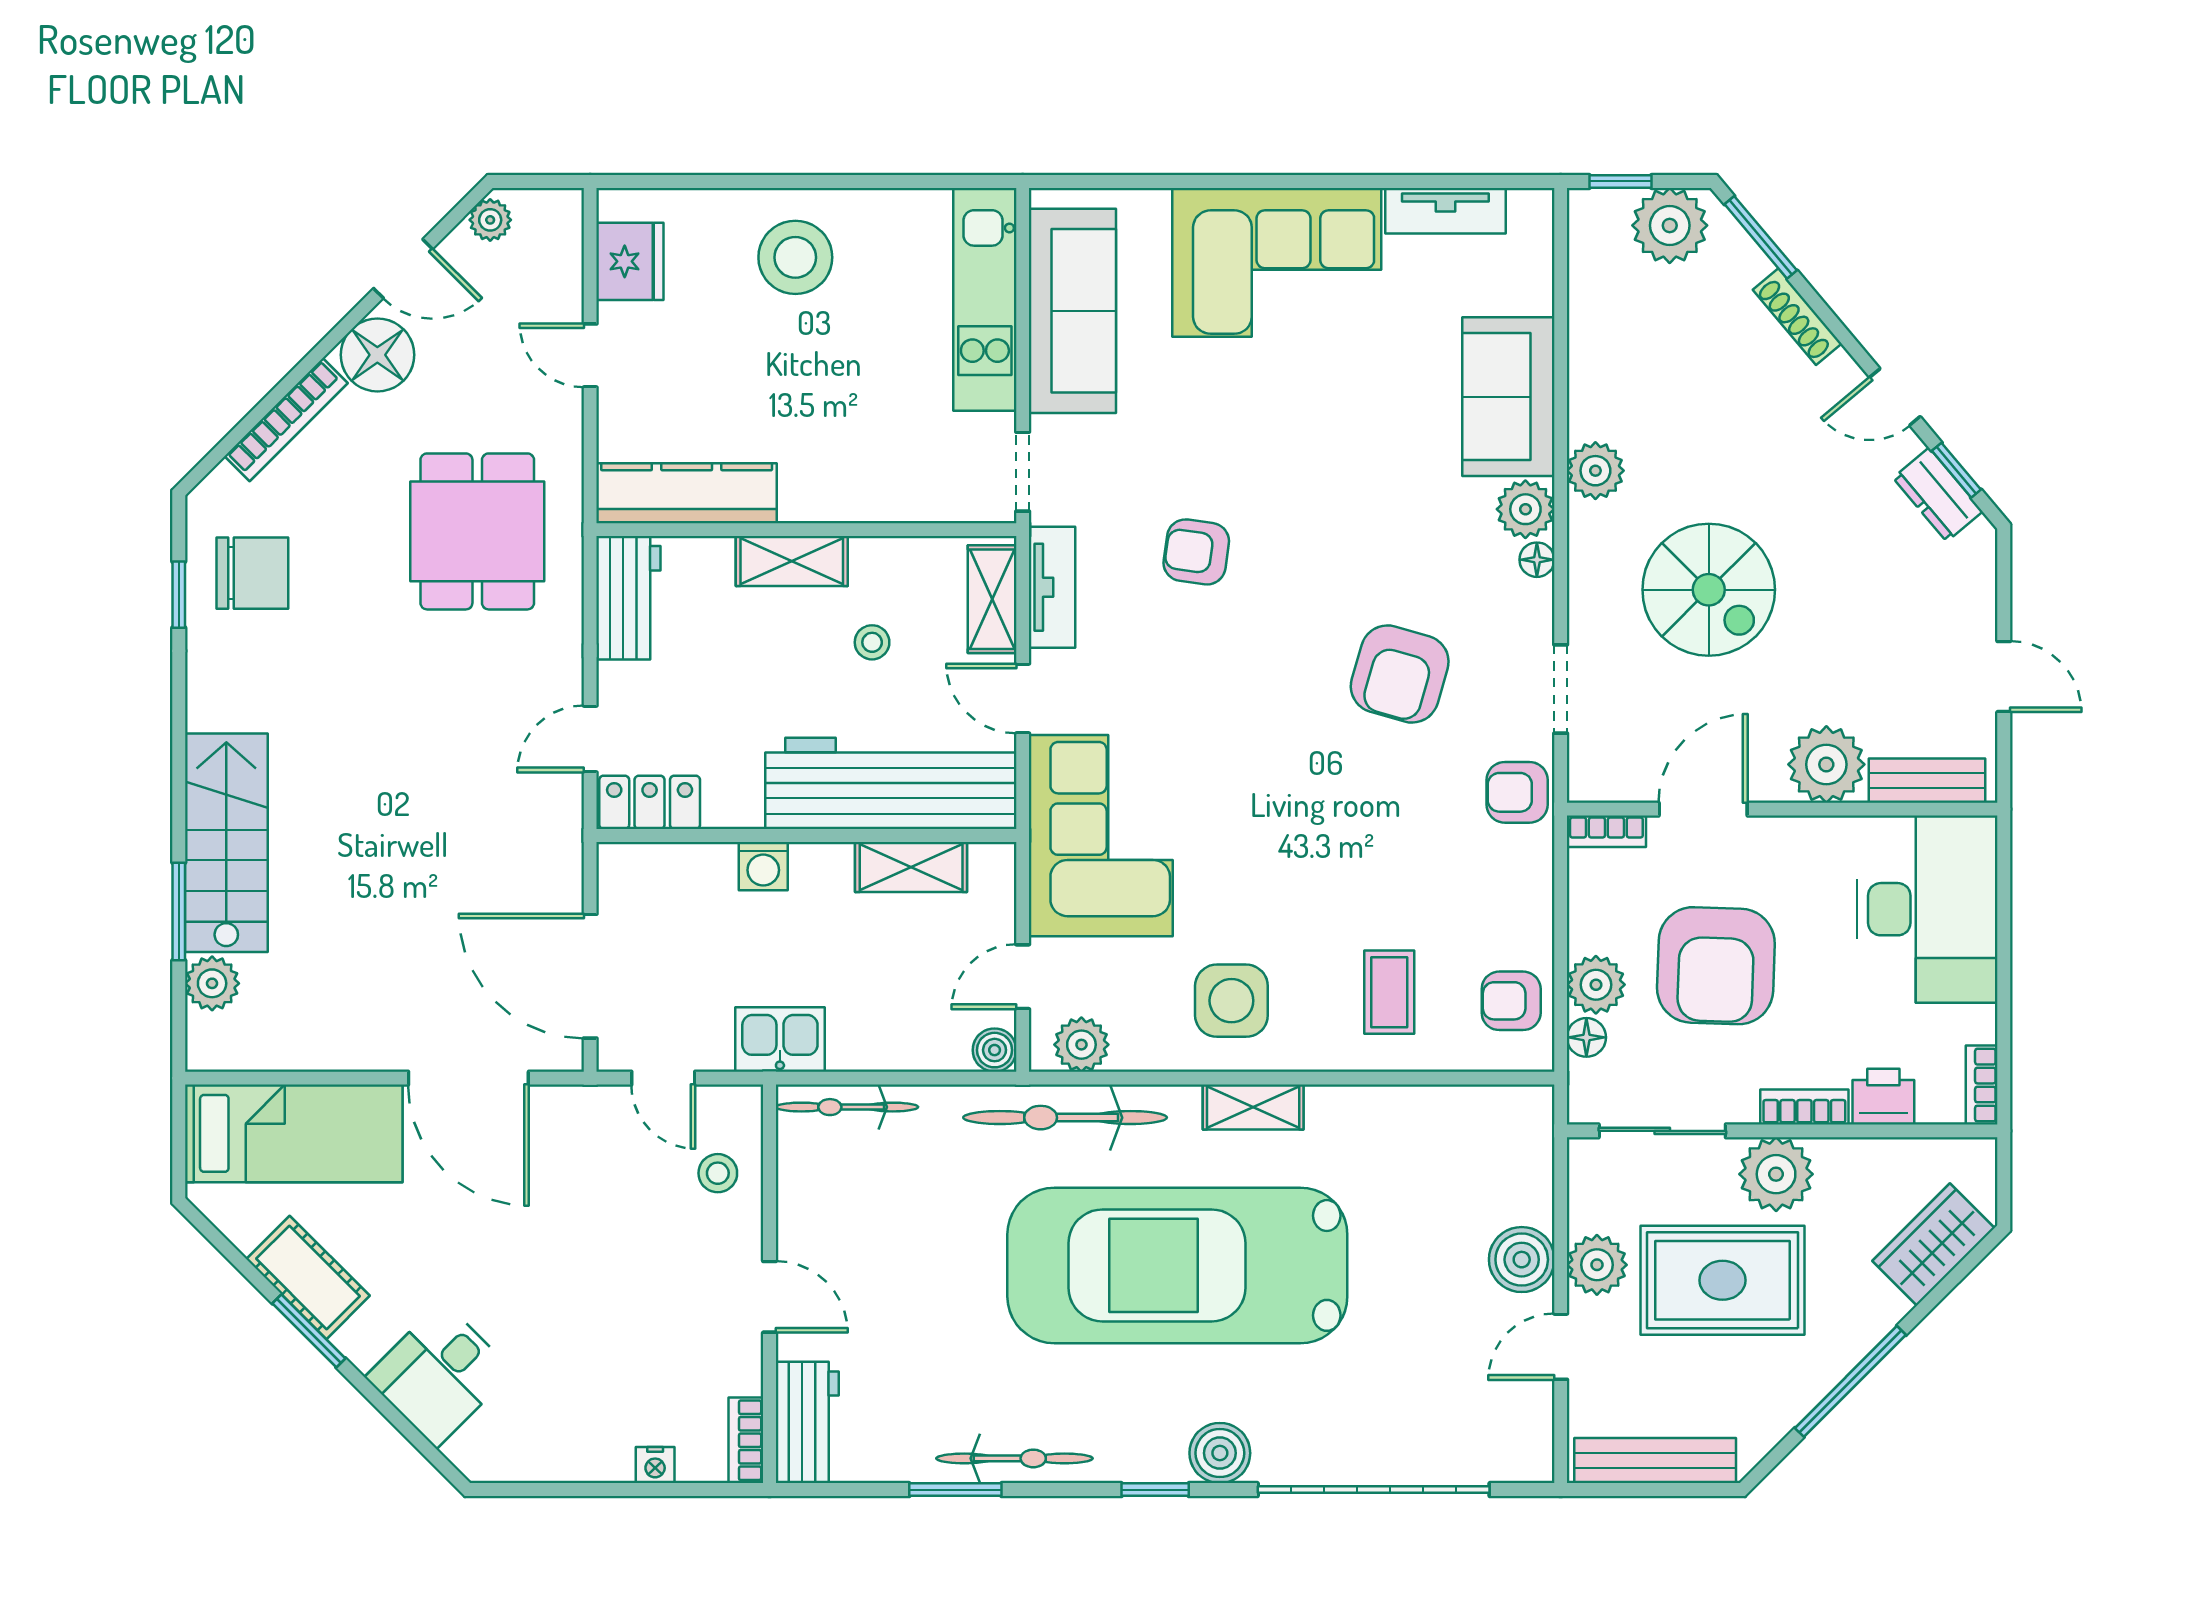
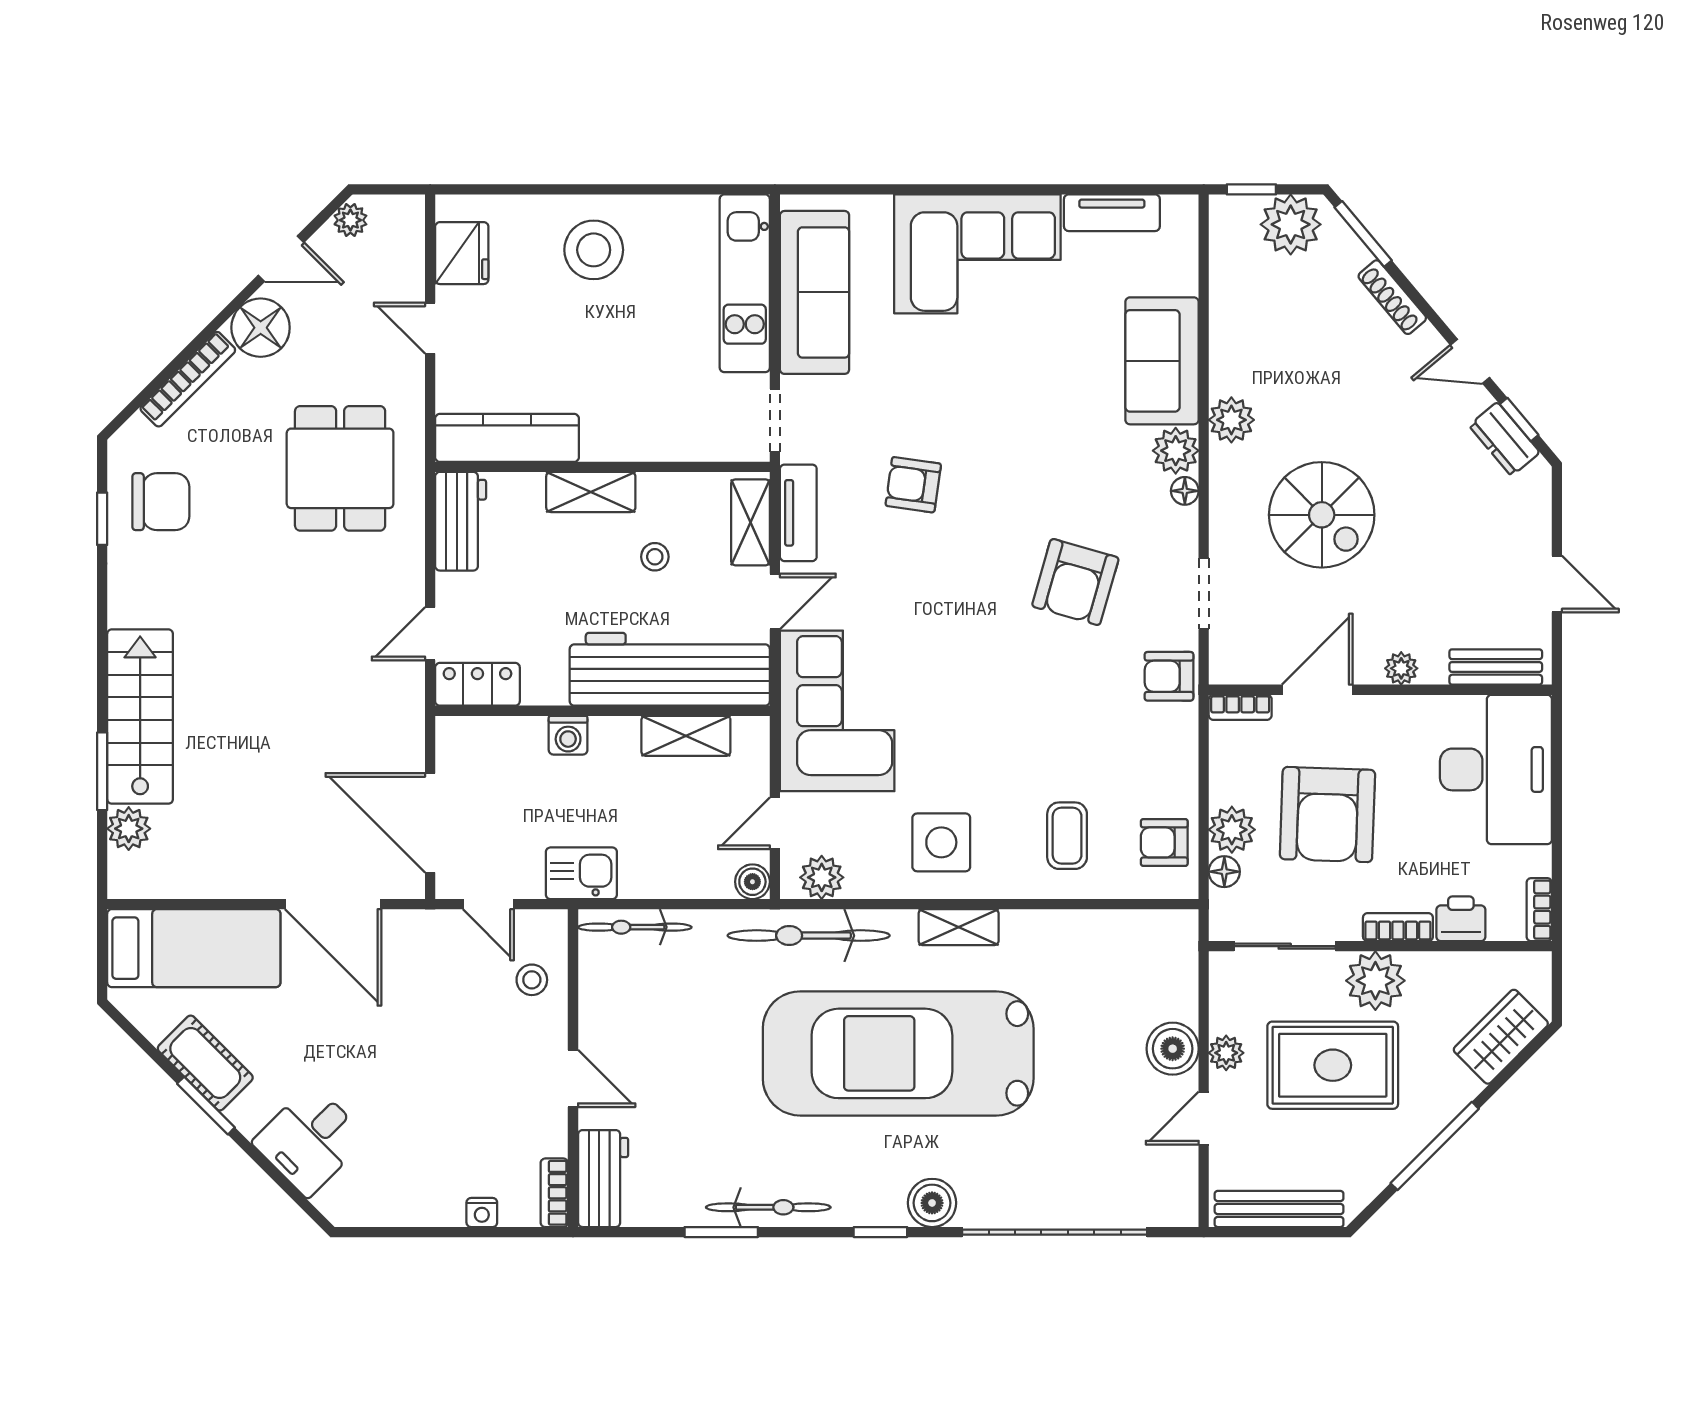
door: (1023, 698) -> (775, 601), swing flipped
plant: (1826, 764) -> (1401, 668), width x0.53, depth x0.53
plant: (1597, 1265) -> (1226, 1053), width x0.73, depth x0.73

